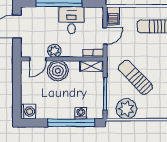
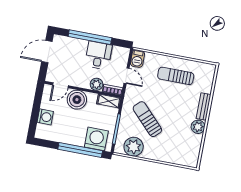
door: (105, 36) -> (127, 76), hinge flipped
plant: (54, 51) -> (96, 84), moved
washing machine: (28, 111) -> (45, 117), moved
washing machine: (81, 113) -> (96, 139), width x1.89, depth x1.89

